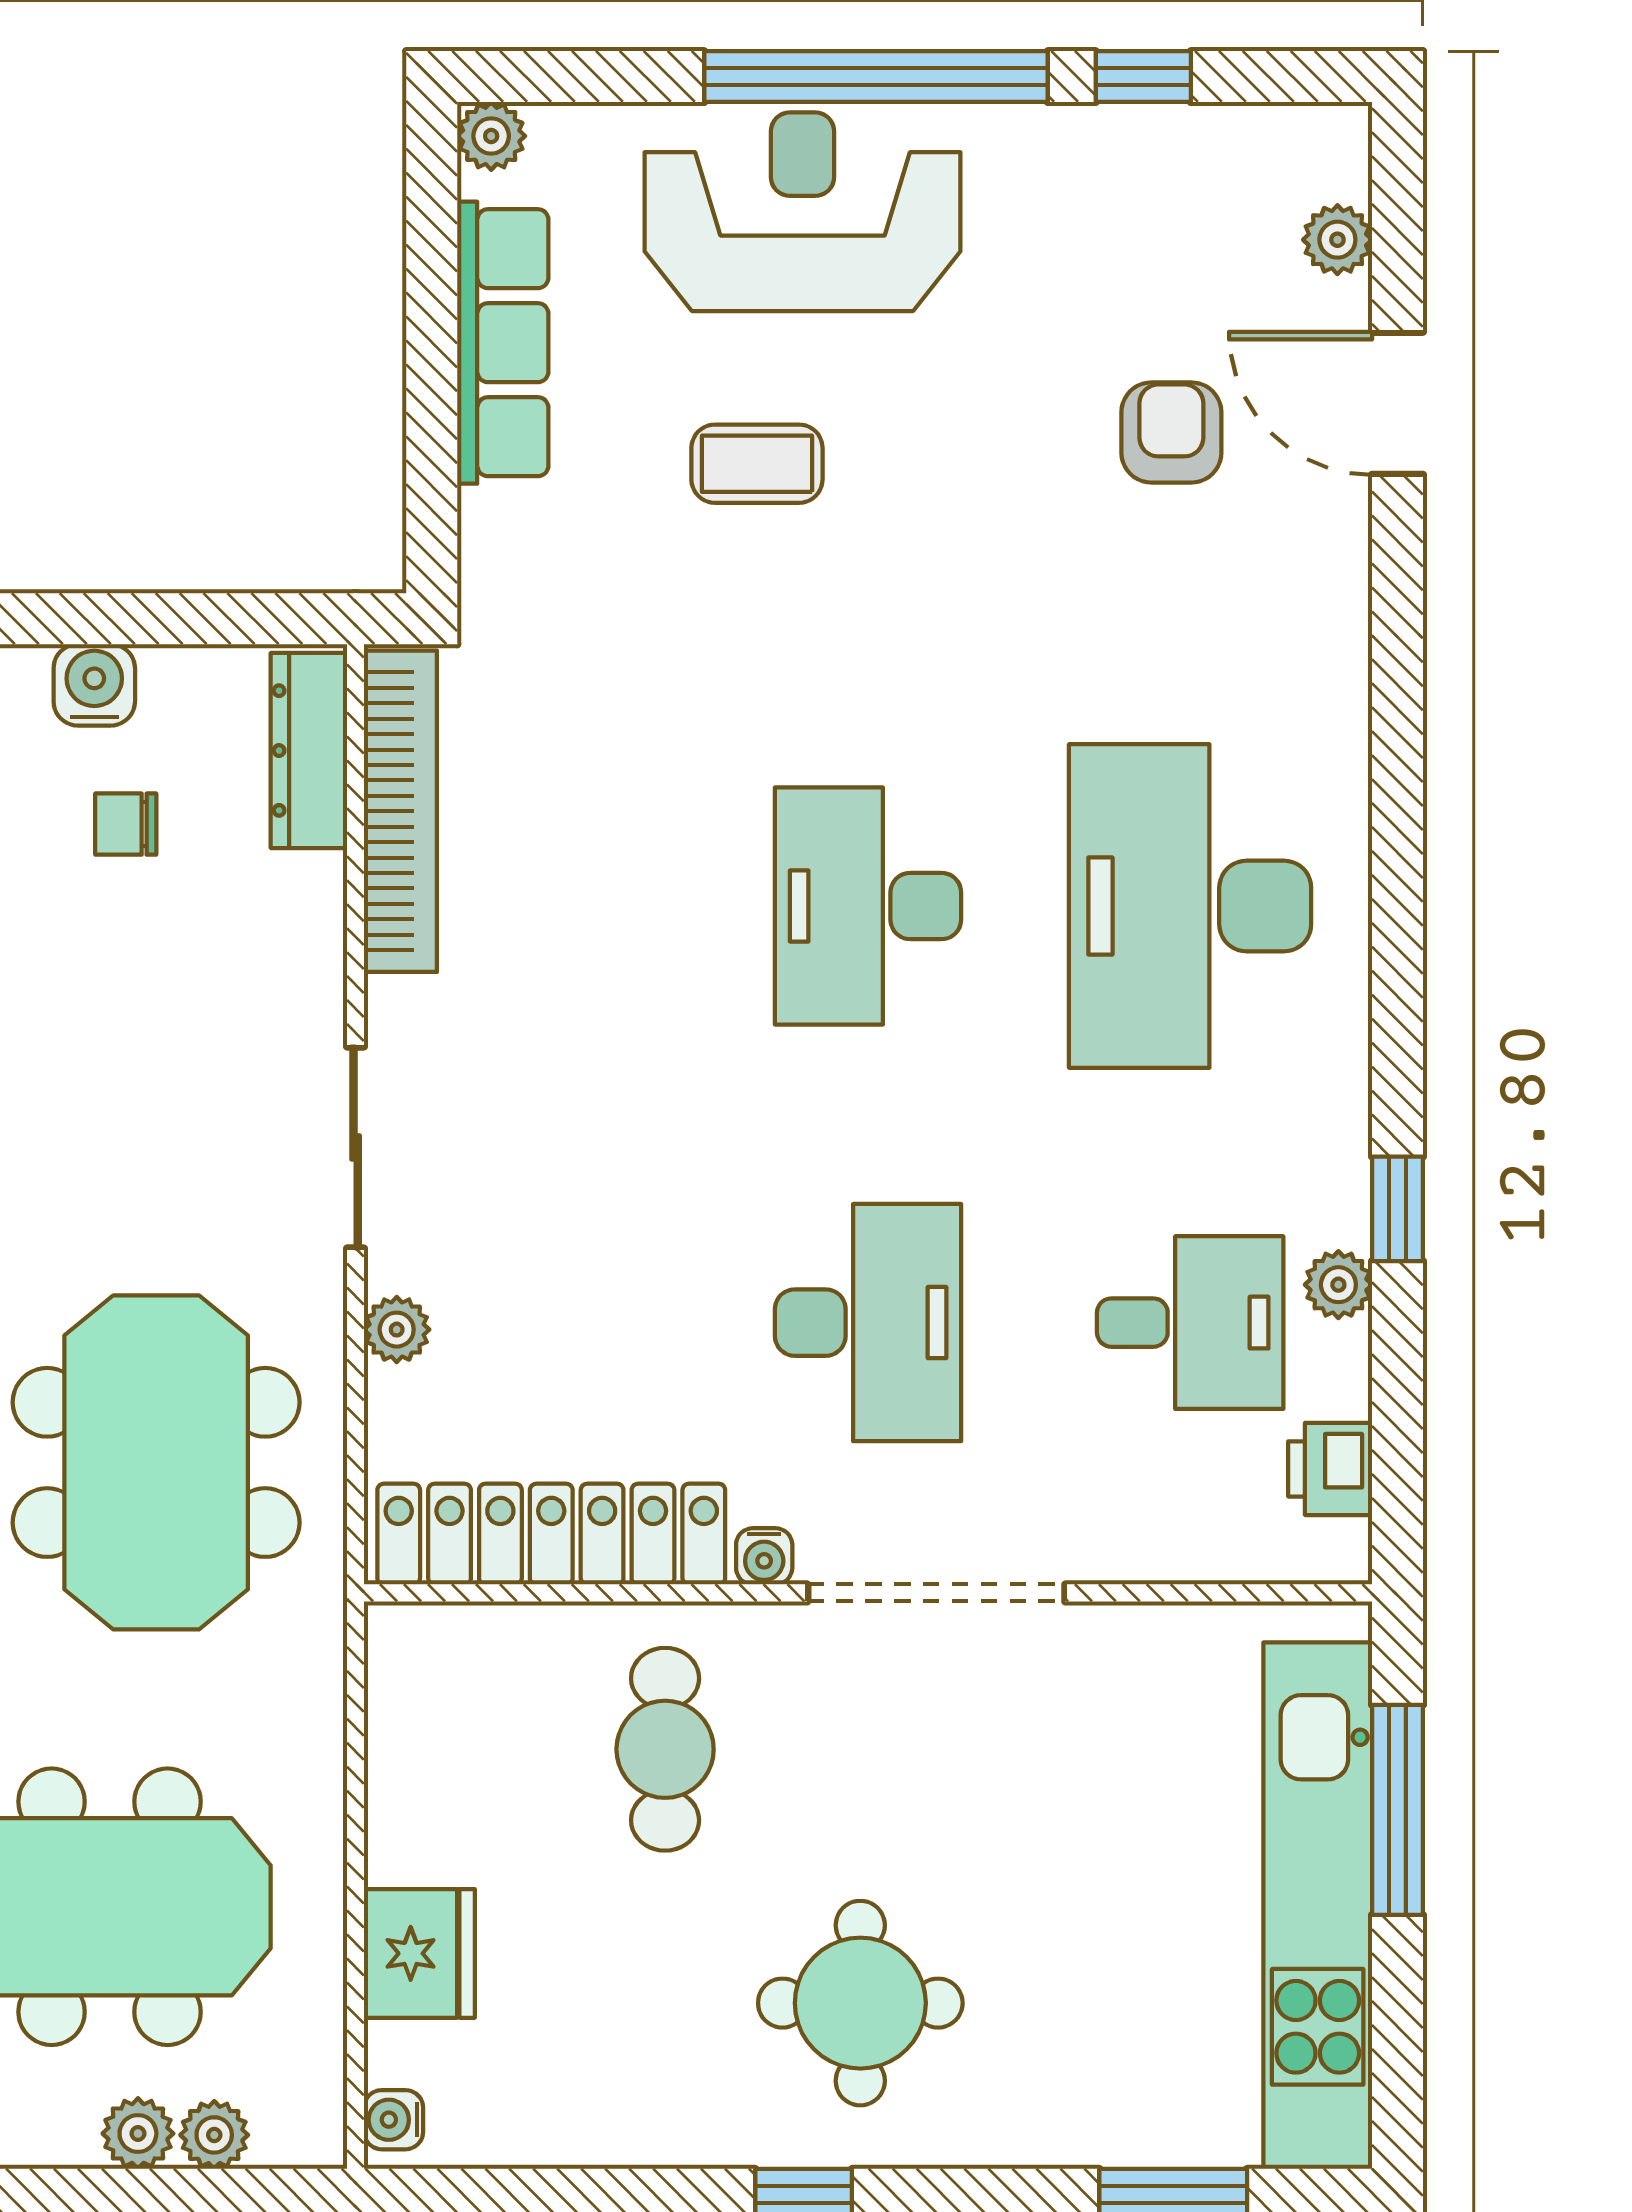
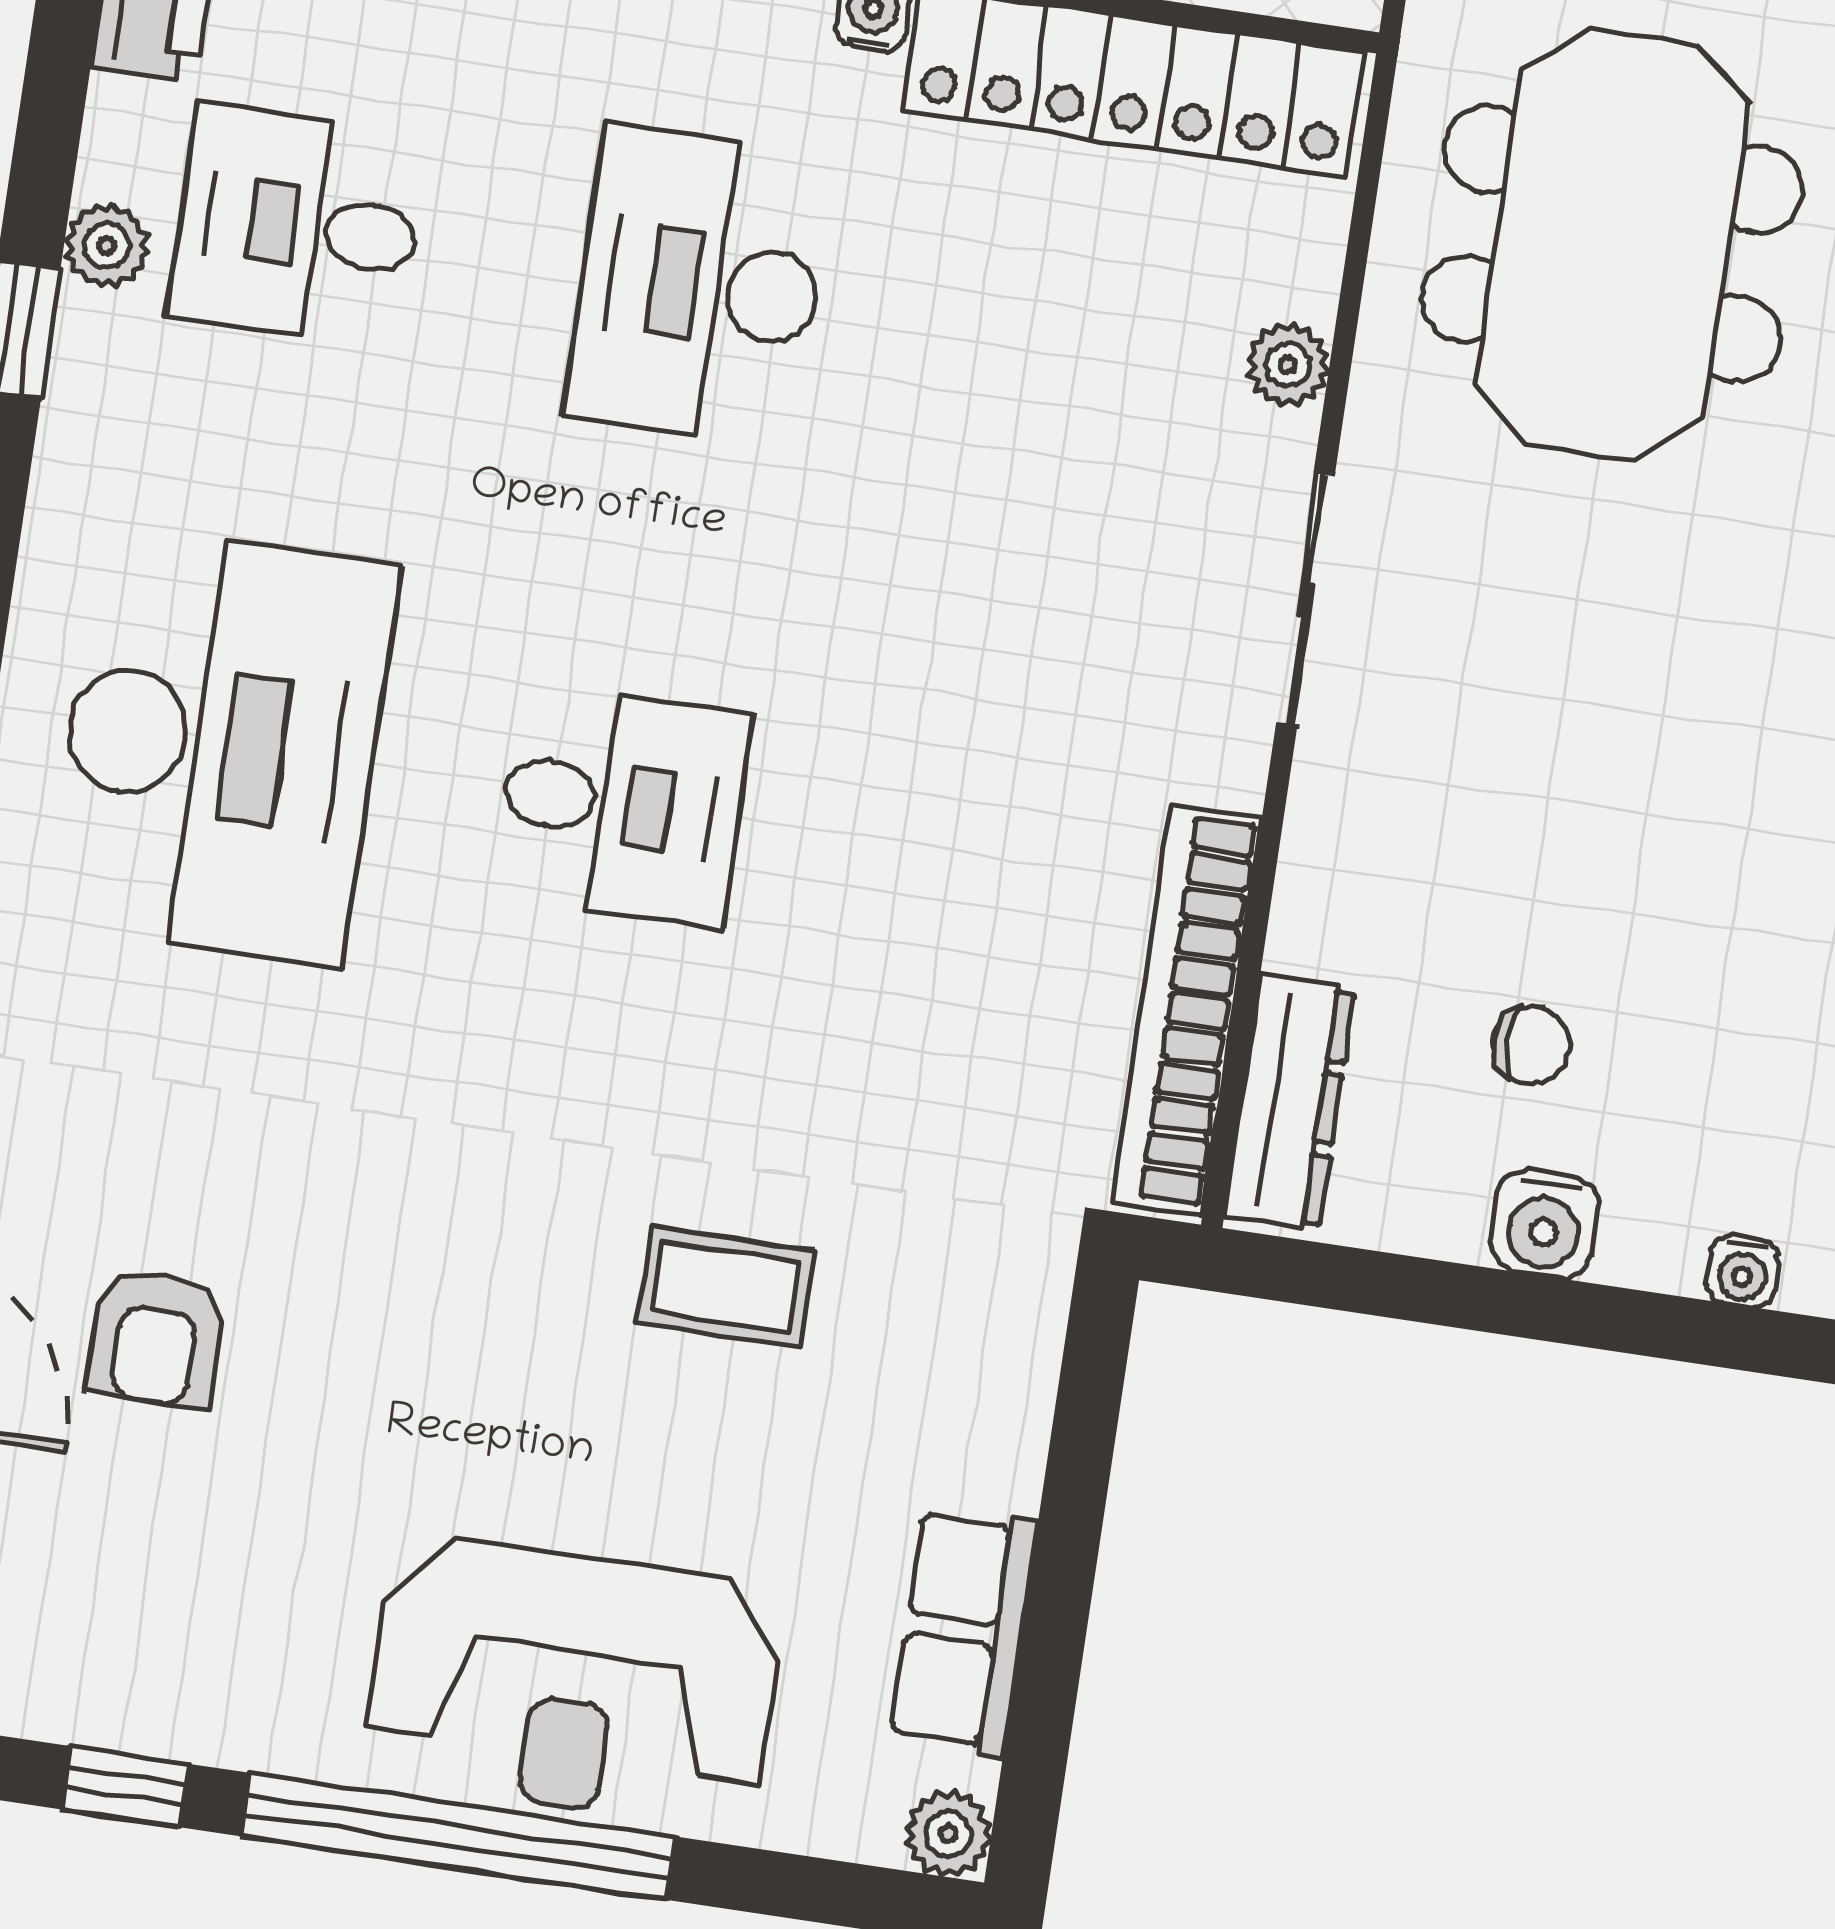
row of seats: (503, 343) -> (964, 1631), width x0.68
coffee table: (757, 464) -> (726, 1287), moved
desk: (868, 906) -> (622, 805), width x0.73

